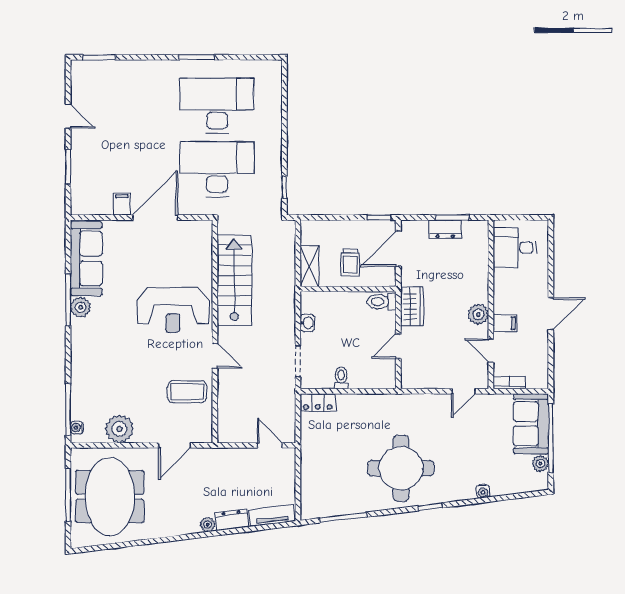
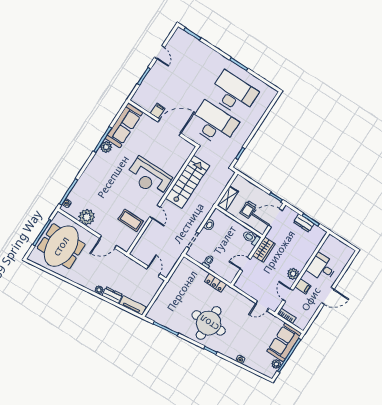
desk: (515, 248) -> (322, 267), moved
locker: (318, 402) -> (215, 283), moved

